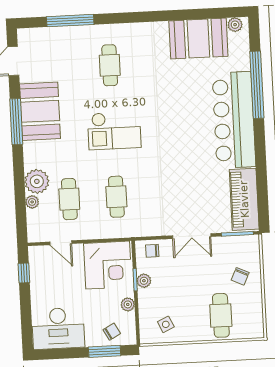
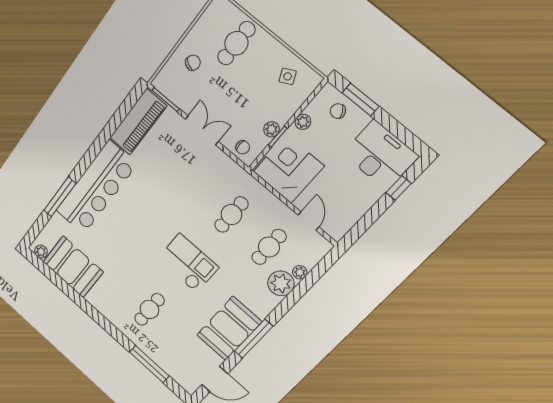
window: (257, 85) -> (60, 197), width x0.68
window: (24, 273) -> (399, 188), moved

